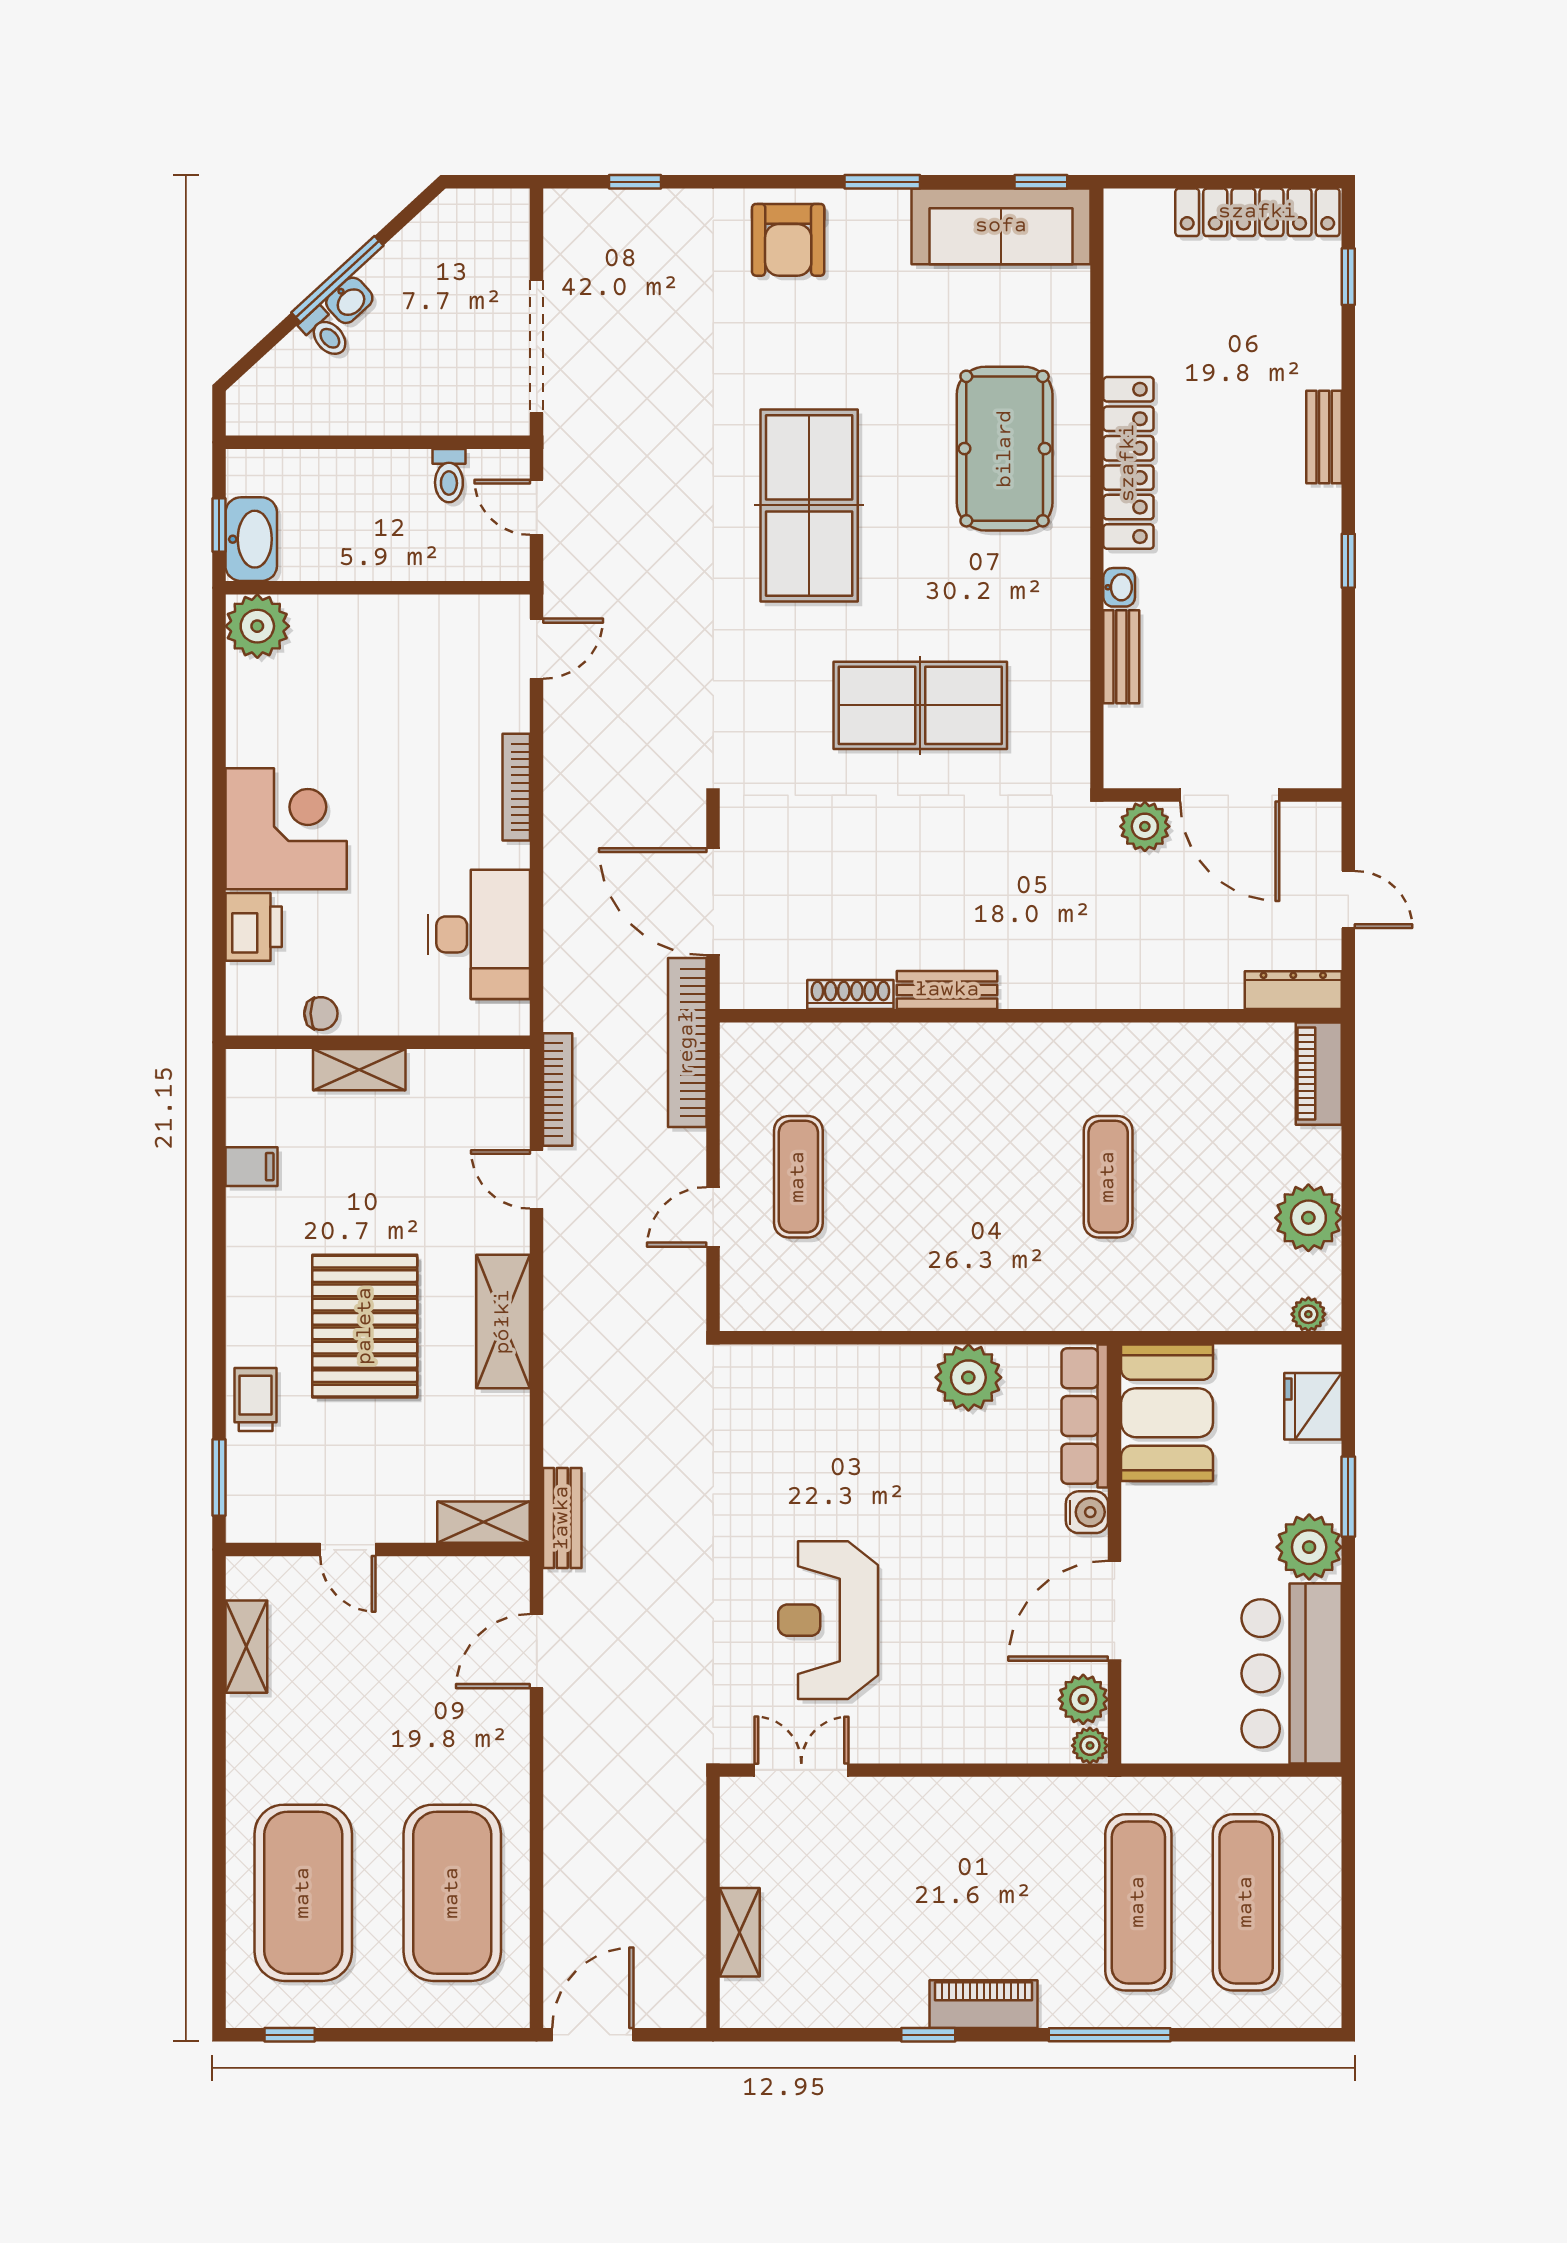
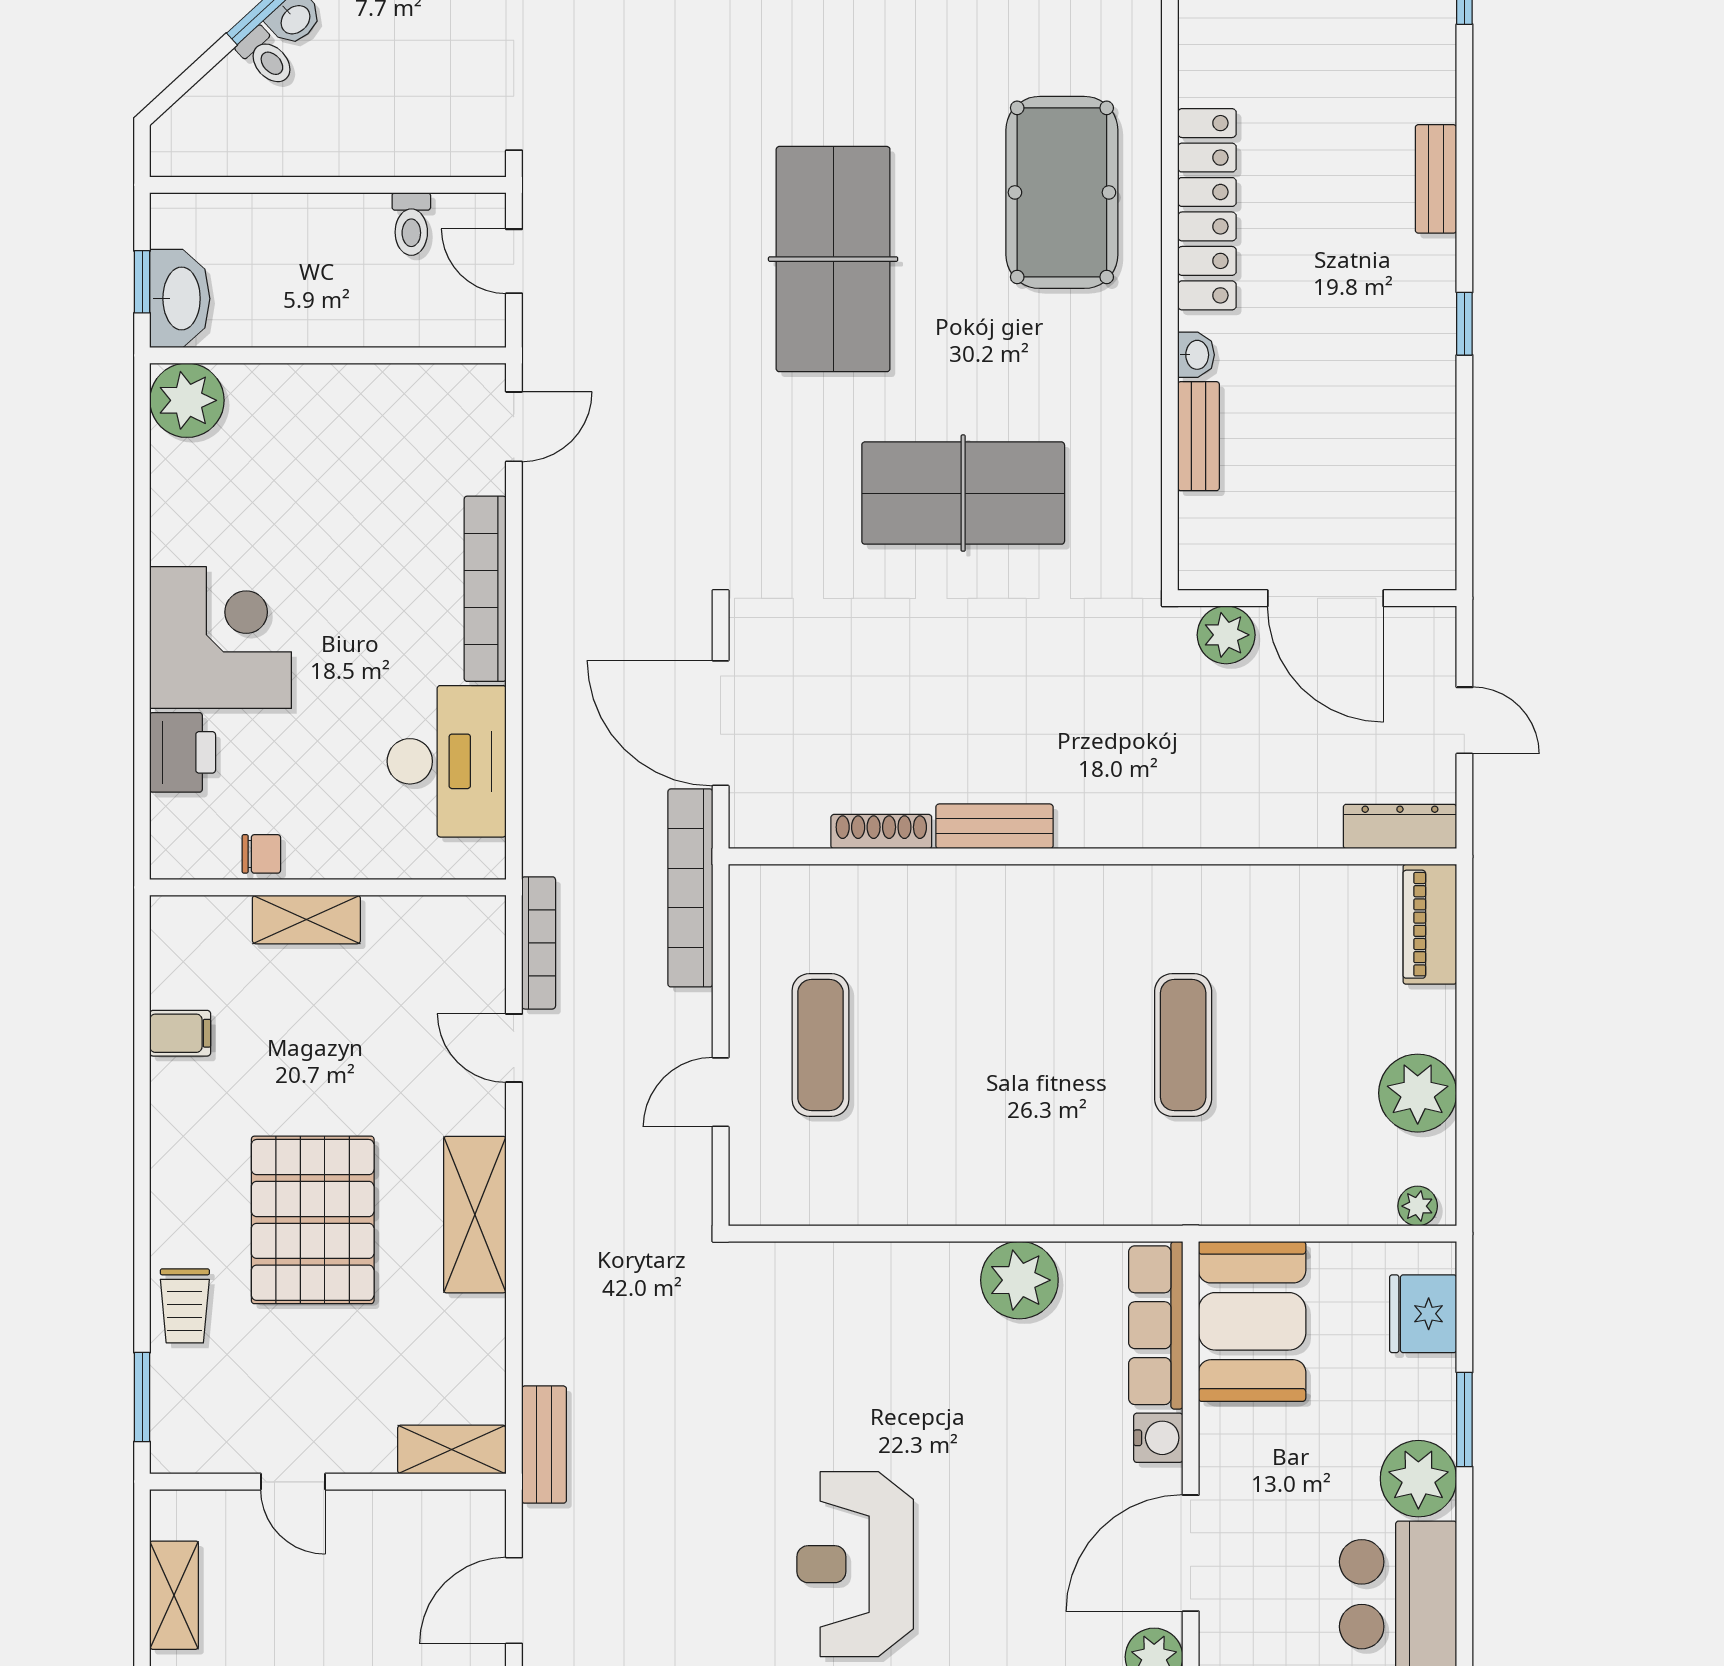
bookcase: (516, 787) -> (485, 589), width x1.48, depth x1.31
trolley: (256, 1400) -> (185, 1306), turned 180

